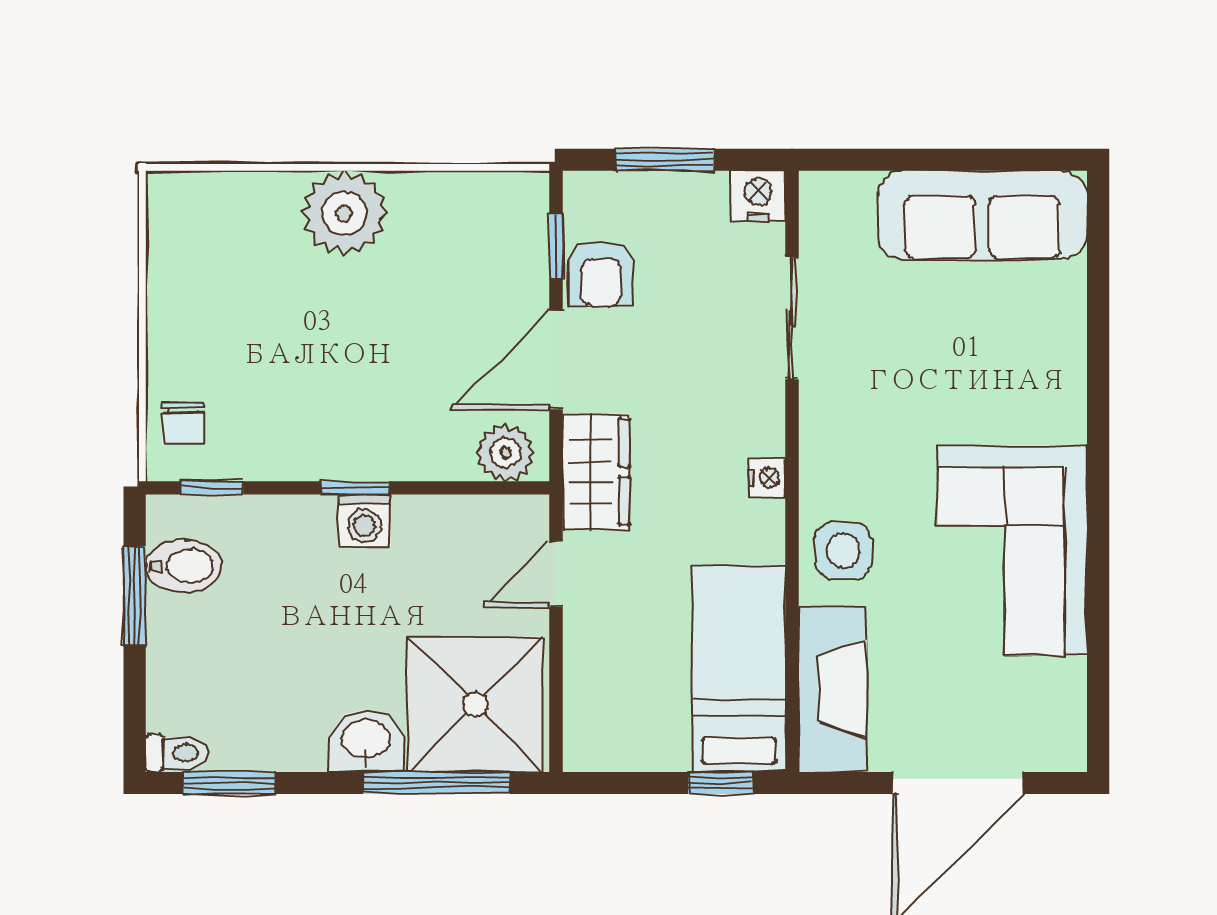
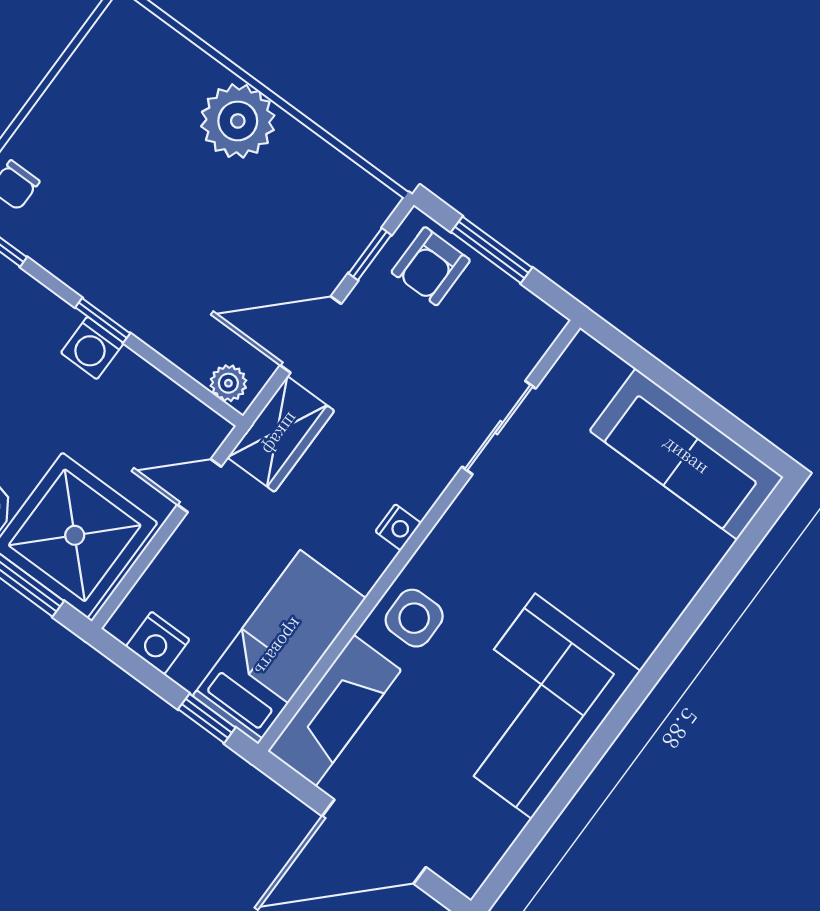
nightstand: (758, 196) -> (158, 643), moved, turned 180
armchair: (601, 274) -> (431, 266), moved
plant: (506, 453) -> (228, 383), width x0.73, depth x0.73

